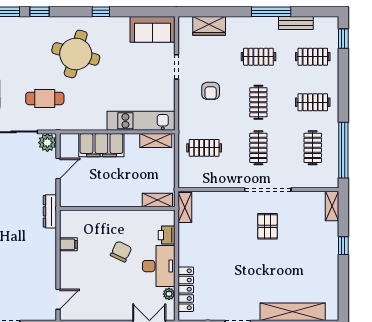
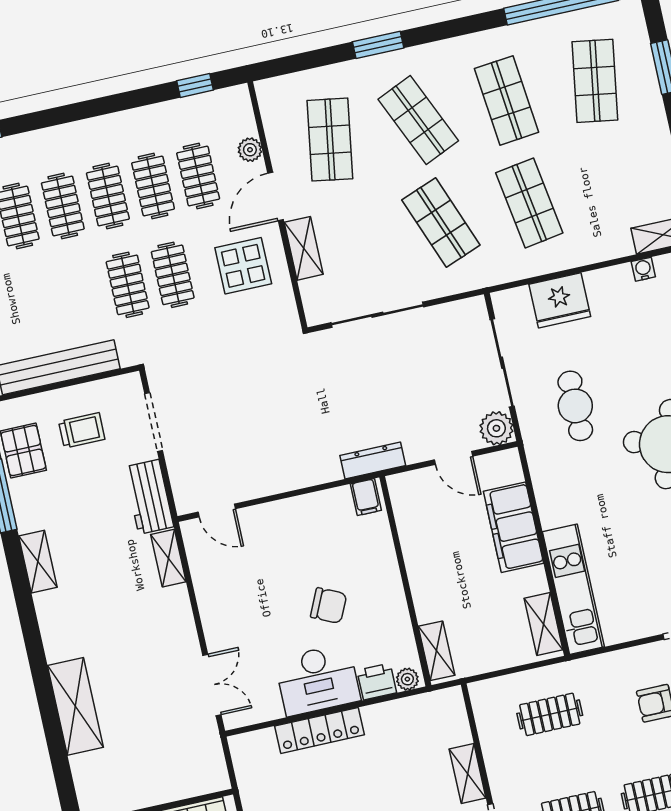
clothes rail: (204, 148) -> (550, 714), turned 90
shelving: (185, 207) -> (468, 774), moved, turned 90
filing cabinet: (68, 244) -> (366, 497), moved
locker: (186, 289) -> (319, 730), moved
plant: (169, 294) -> (407, 679), moved

